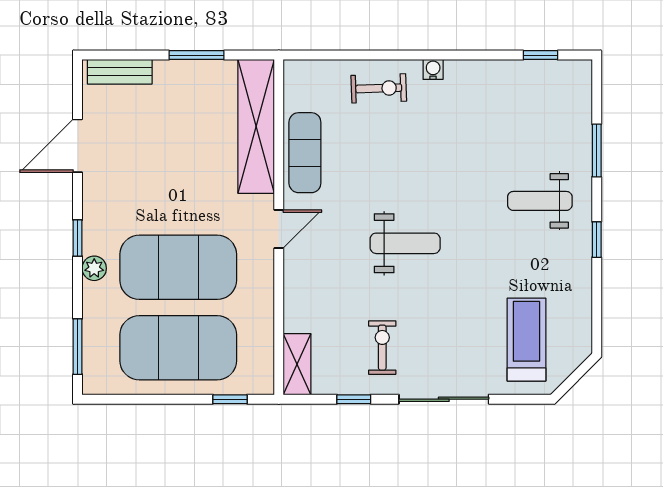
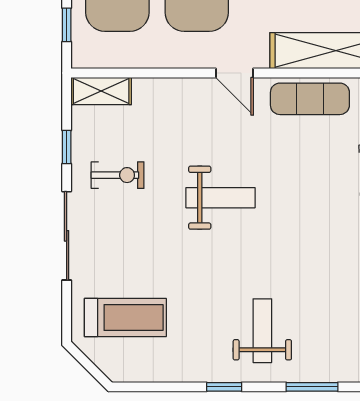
weight bench: (405, 243) -> (220, 198), turned -90

